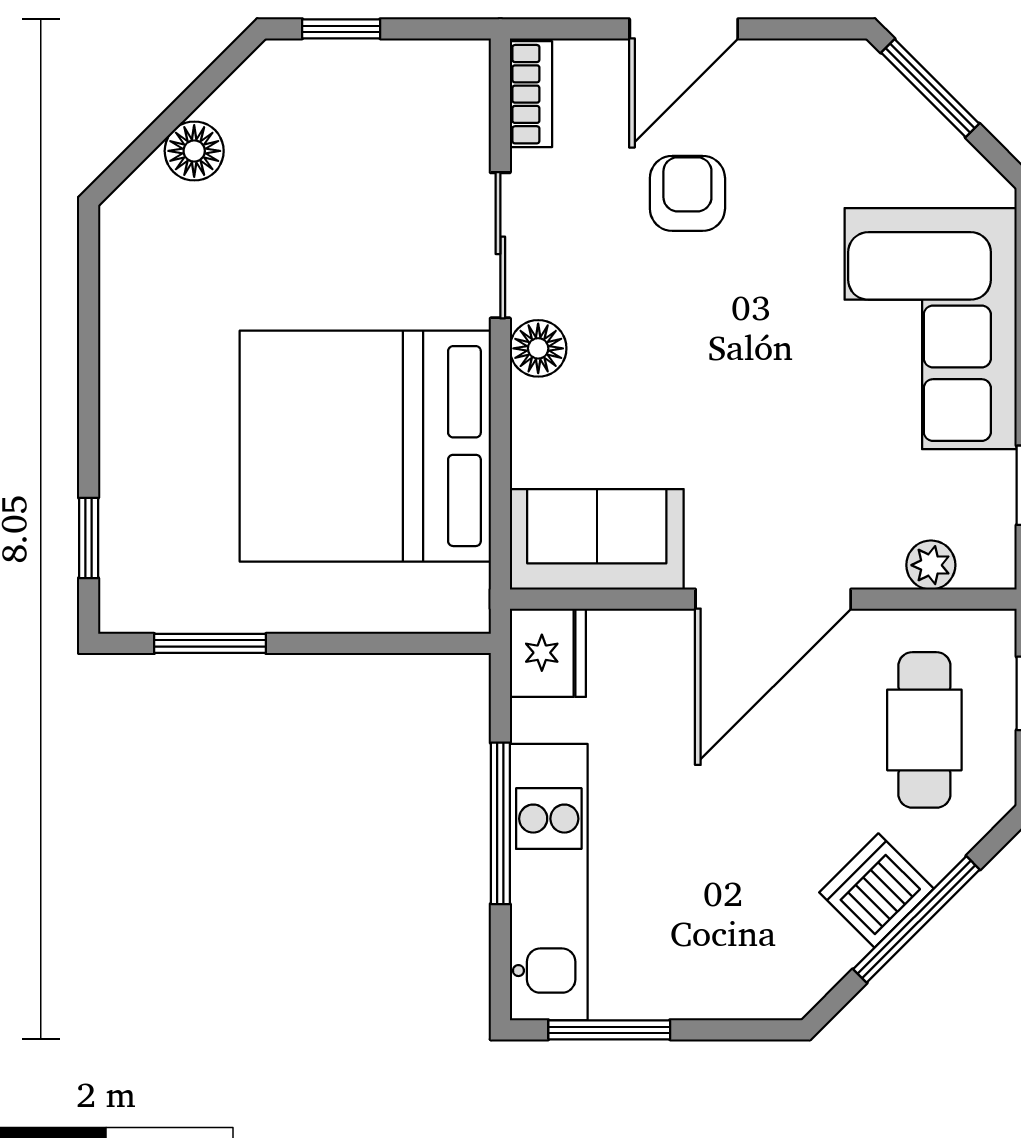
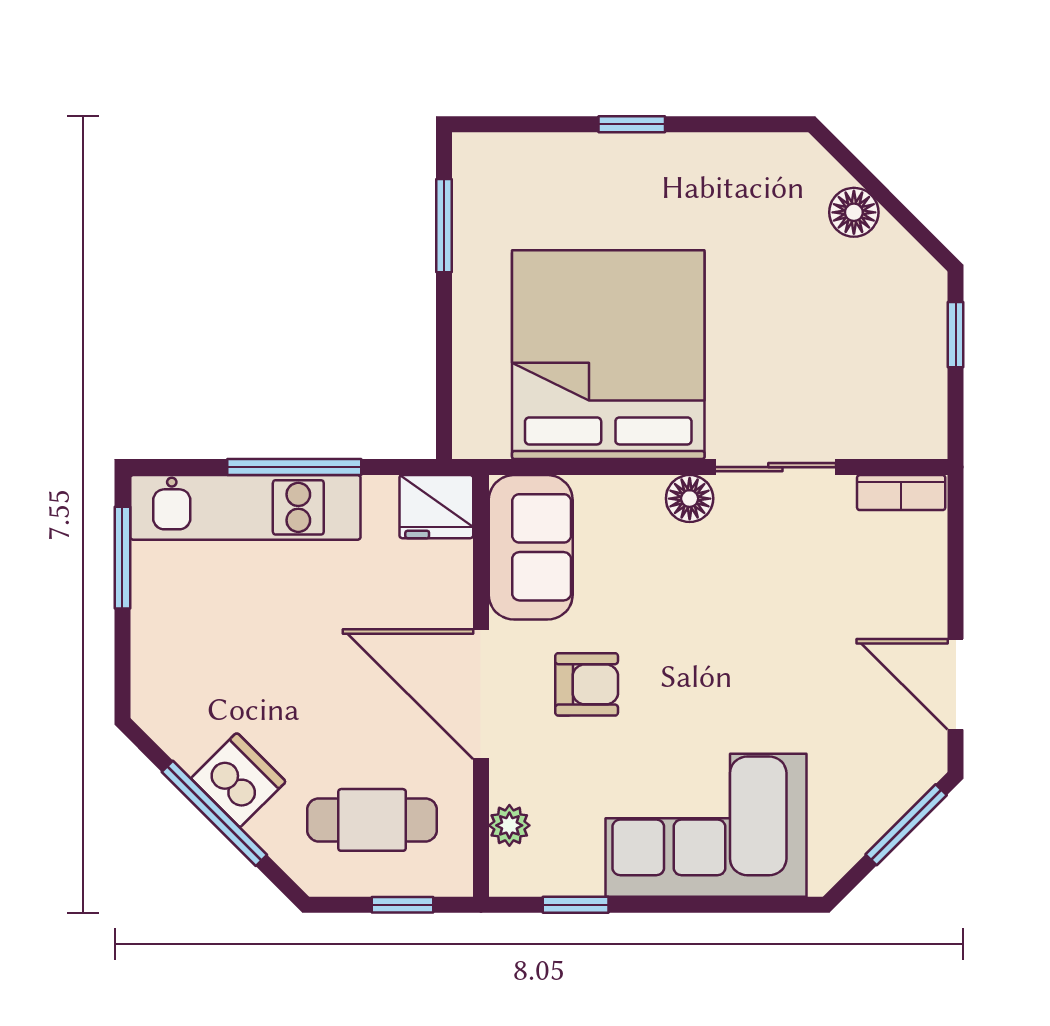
door: (684, 29) -> (956, 684), moved
armchair: (687, 193) -> (587, 684), moved
window: (89, 538) -> (632, 124), moved

